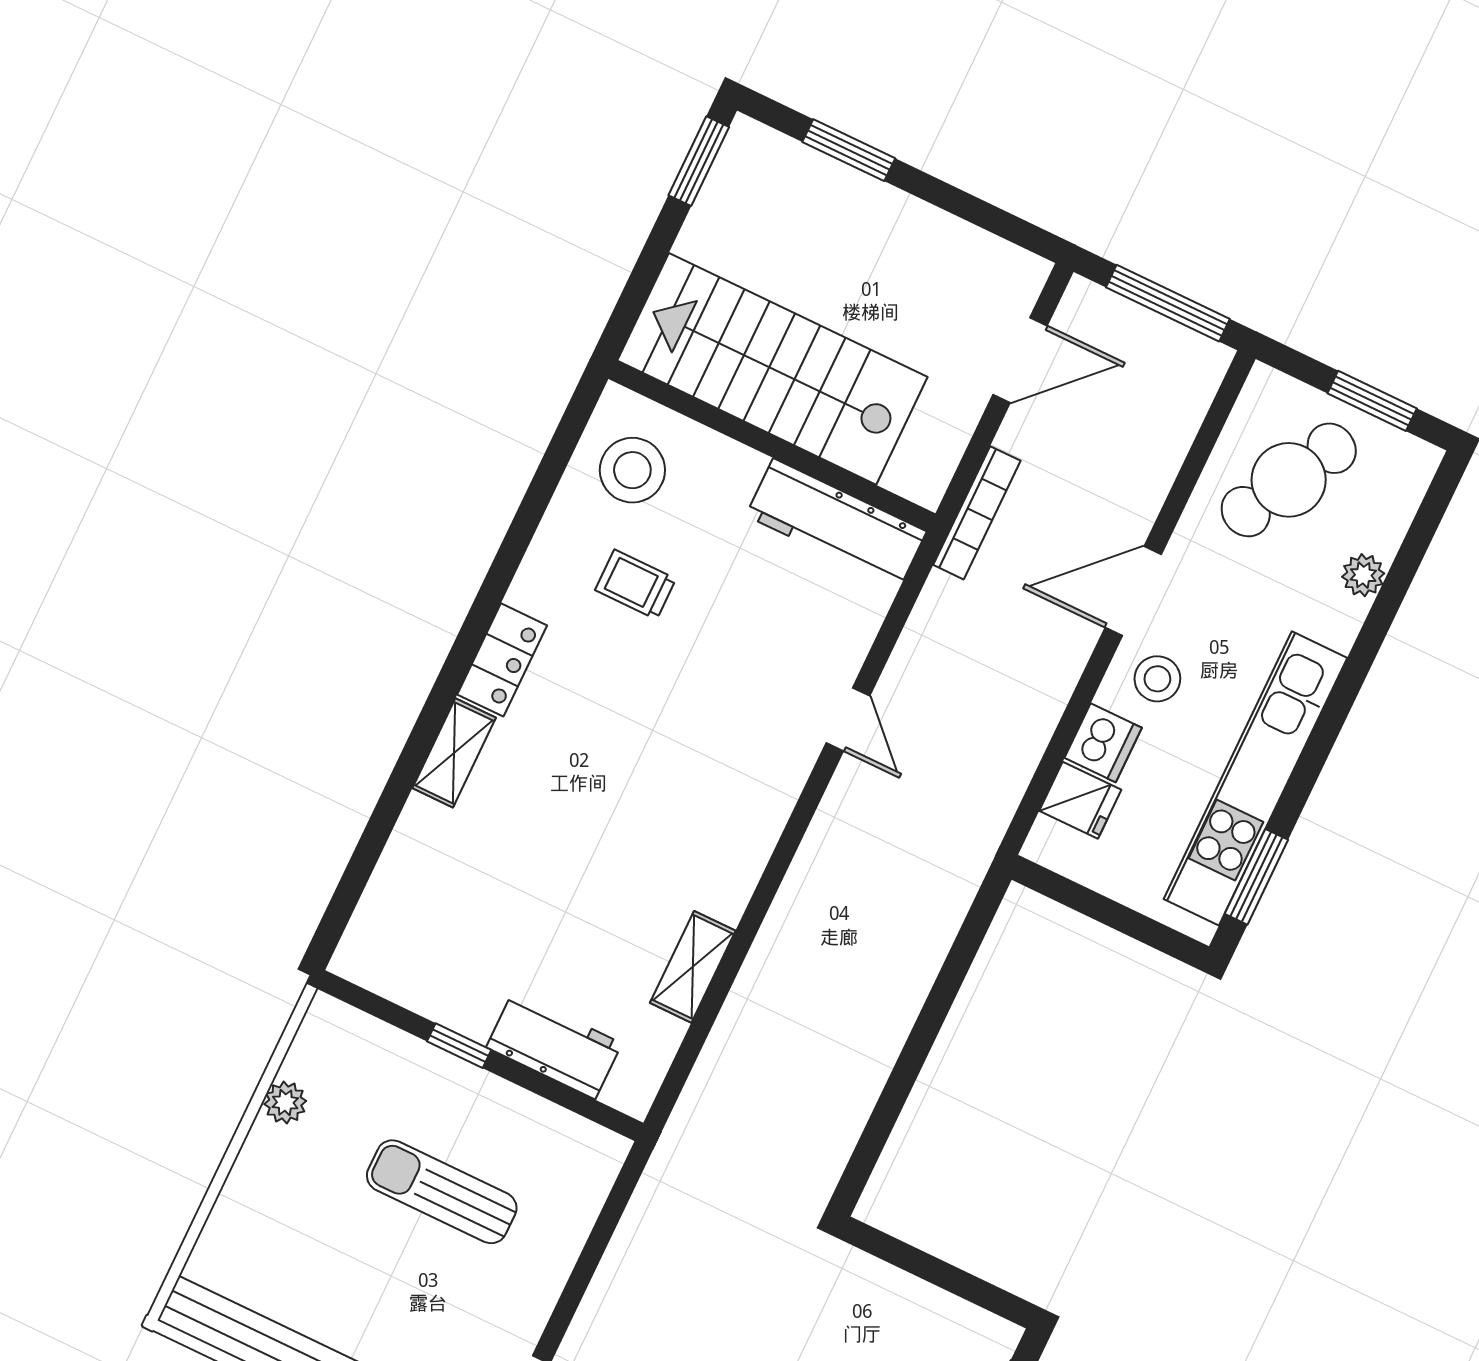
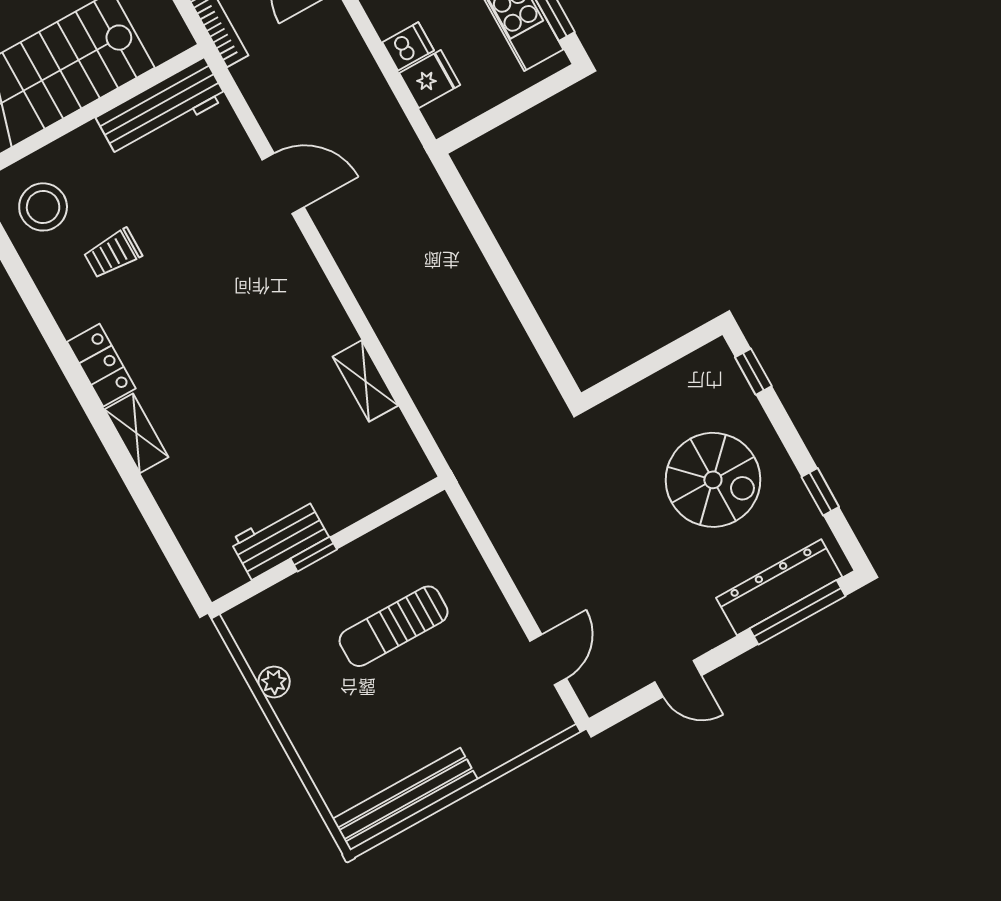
door: (848, 719) -> (283, 184), width x1.37
dishwasher: (1103, 743) -> (408, 46), width x0.73
workbench: (554, 1045) -> (279, 539), moved

